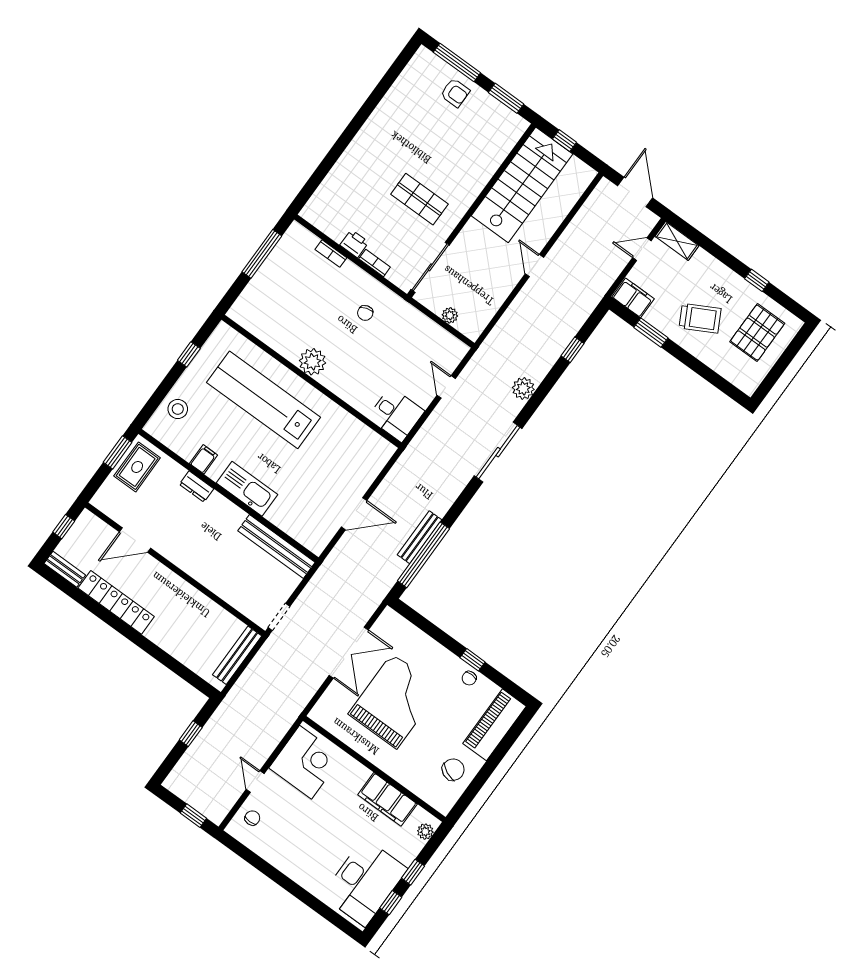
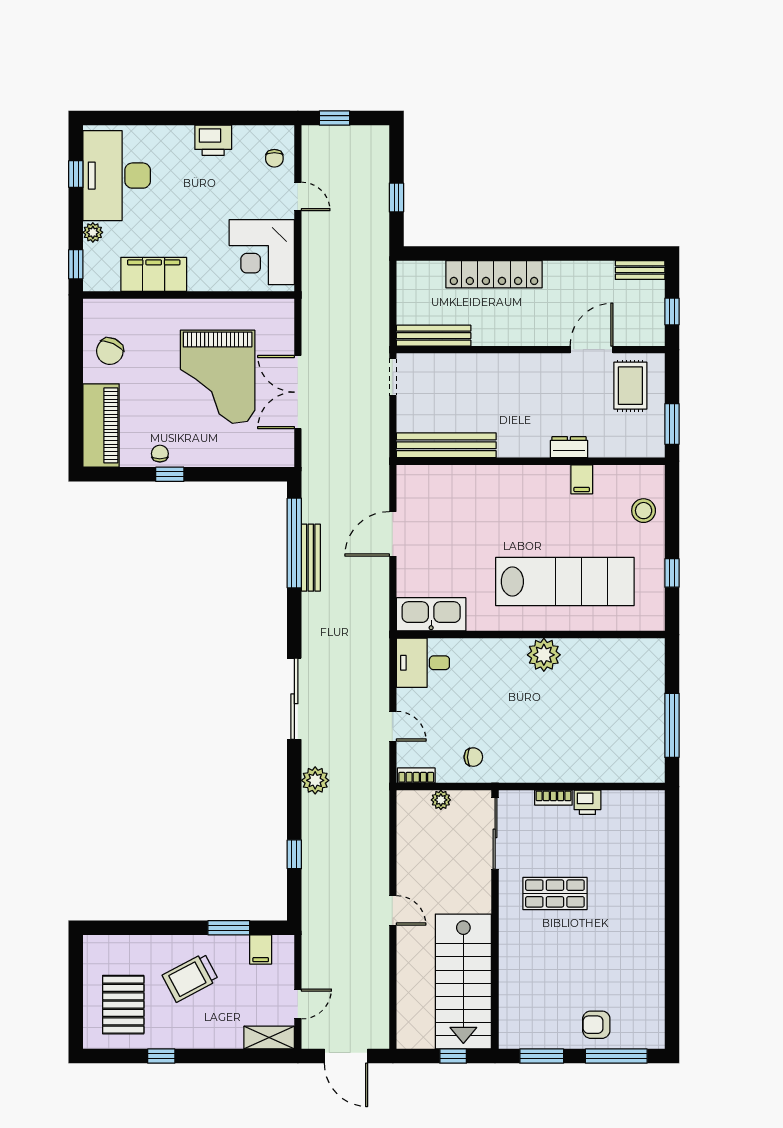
bookcase: (331, 254) -> (416, 775), moved
filing cabinet: (633, 298) -> (261, 950), width x0.50
chair: (365, 313) -> (473, 757), moved, turned 108
rug: (137, 467) -> (630, 386), moved
kitchen sink: (247, 489) -> (431, 614), moved, turned 180
locker: (116, 602) -> (494, 274), moved
bench: (237, 655) -> (434, 336), moved, turned 90
plant: (425, 832) -> (93, 232), moved
printer: (284, 859) -> (213, 140), added
window: (413, 872) -> (76, 264), moved

